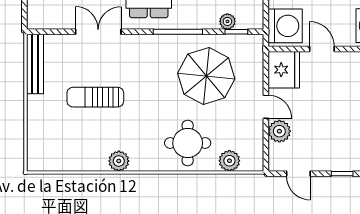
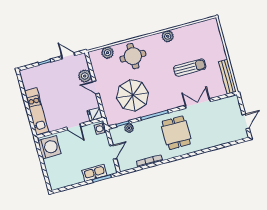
washing machine: (285, 26) -> (100, 129), width x0.53, depth x0.53
double door: (98, 32) -> (198, 103), swing flipped
fridge: (284, 70) -> (95, 114), width x0.53, depth x0.75

